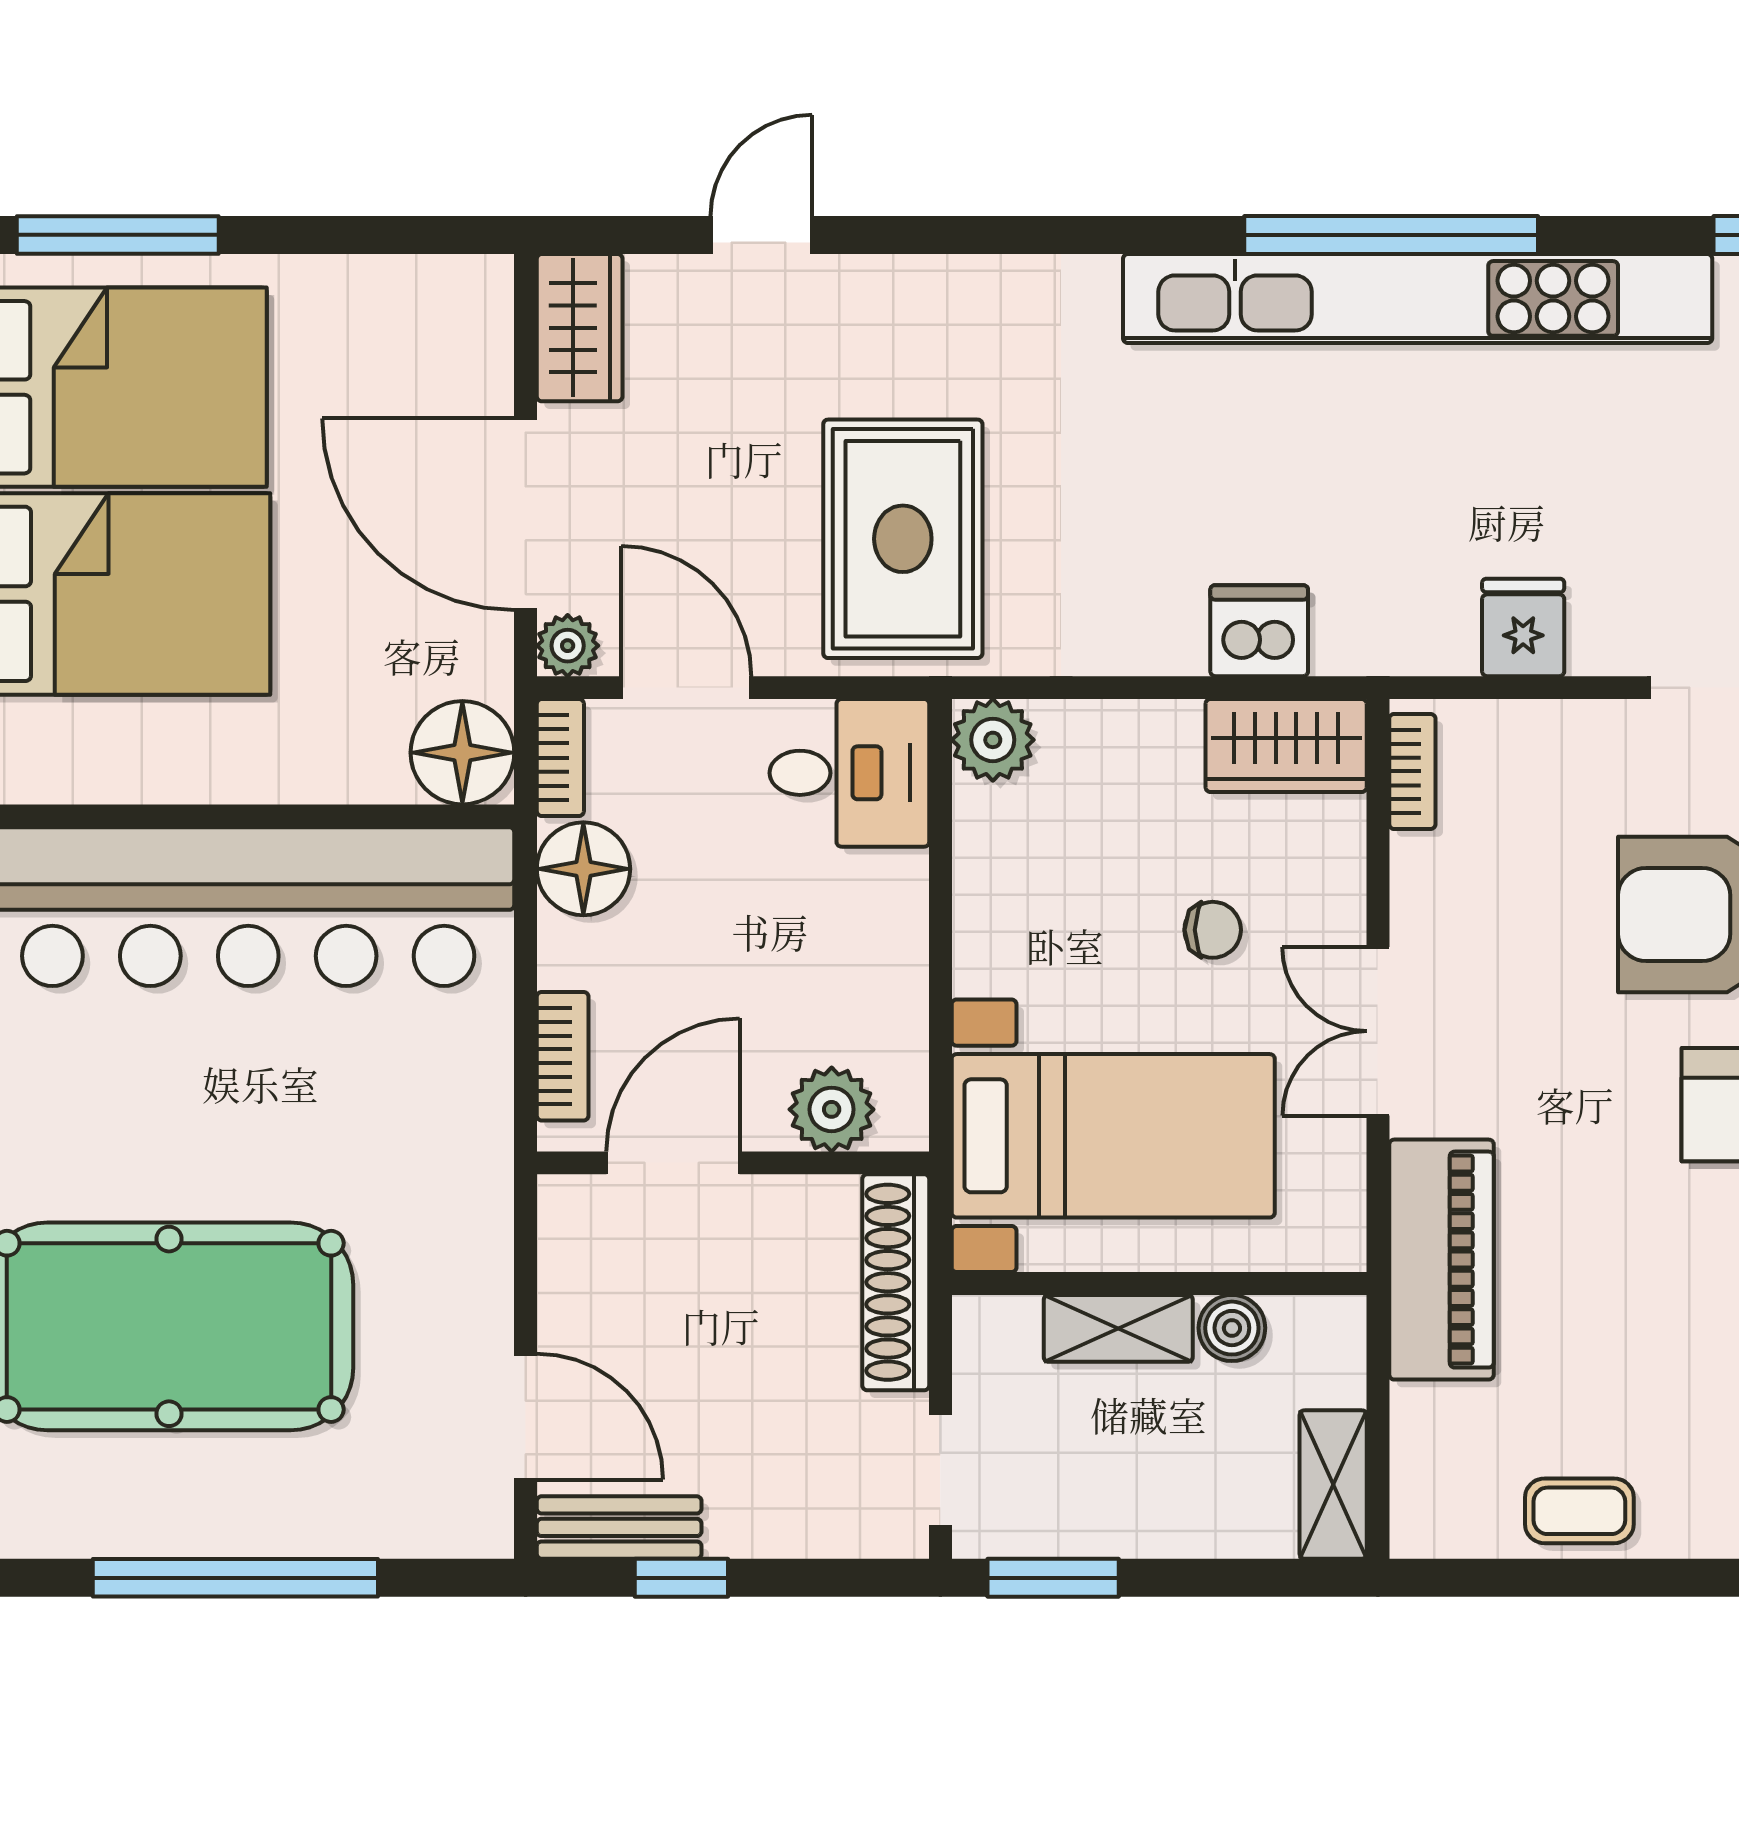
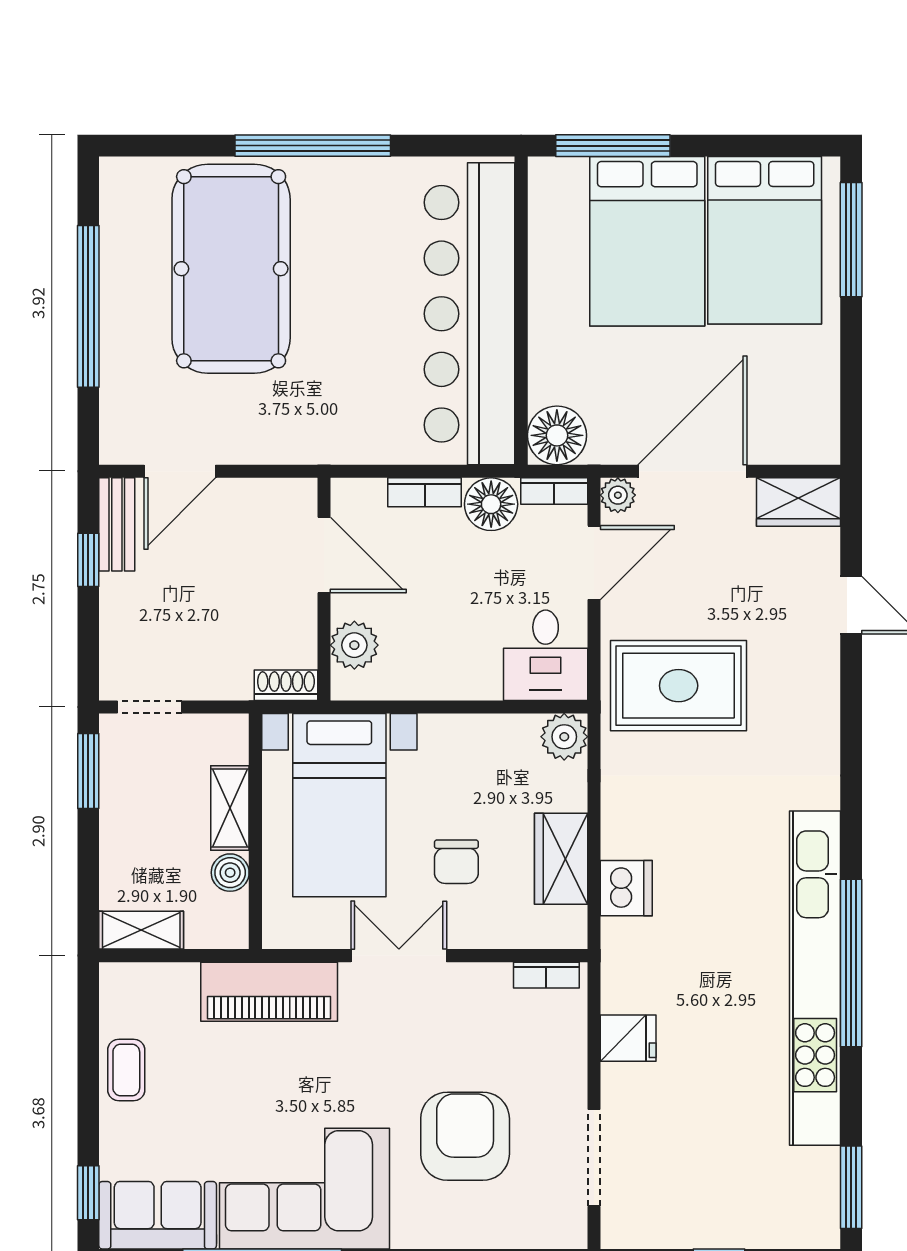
wardrobe: (1286, 746) -> (561, 859), moved
chair: (1213, 930) -> (456, 862), width x1.37, depth x1.37
bookcase: (563, 1056) -> (425, 492), moved
shoe rack: (896, 1282) -> (286, 685), width x0.51, depth x0.81

